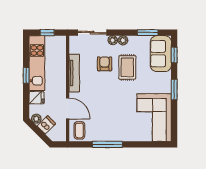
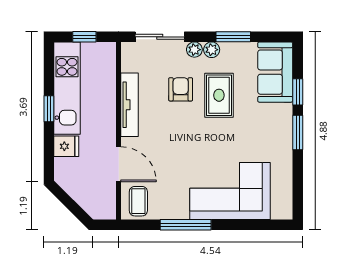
window: (148, 33) -> (233, 37), moved
window: (174, 55) -> (298, 92), moved
corner sofa: (154, 118) -> (230, 191), moved, turned 90
plant: (36, 119) -> (66, 182), removed
dishwasher: (46, 125) -> (83, 192), removed

